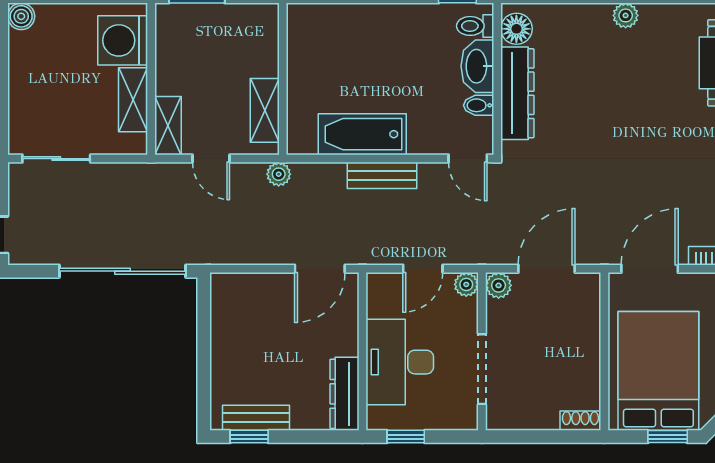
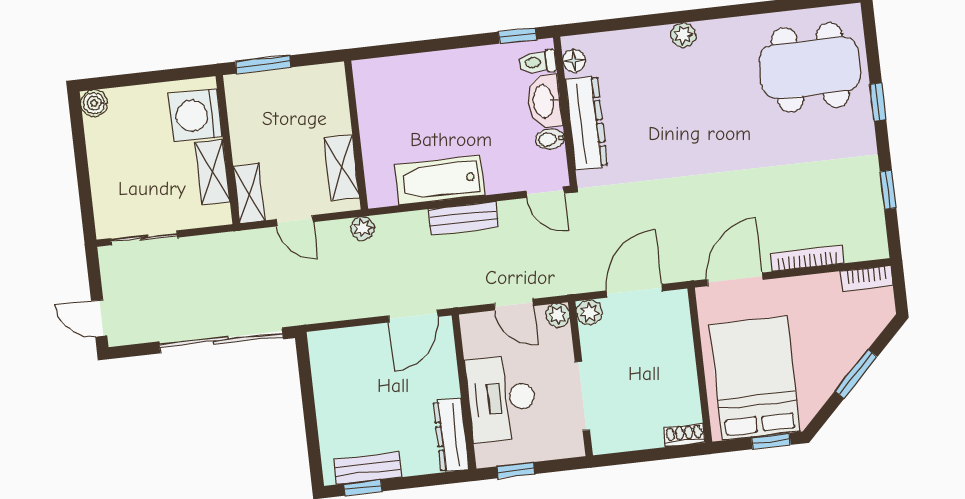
floor lamp: (516, 29) -> (574, 61), width x0.73, depth x0.73
door: (423, 269) -> (514, 305), hinge flipped

